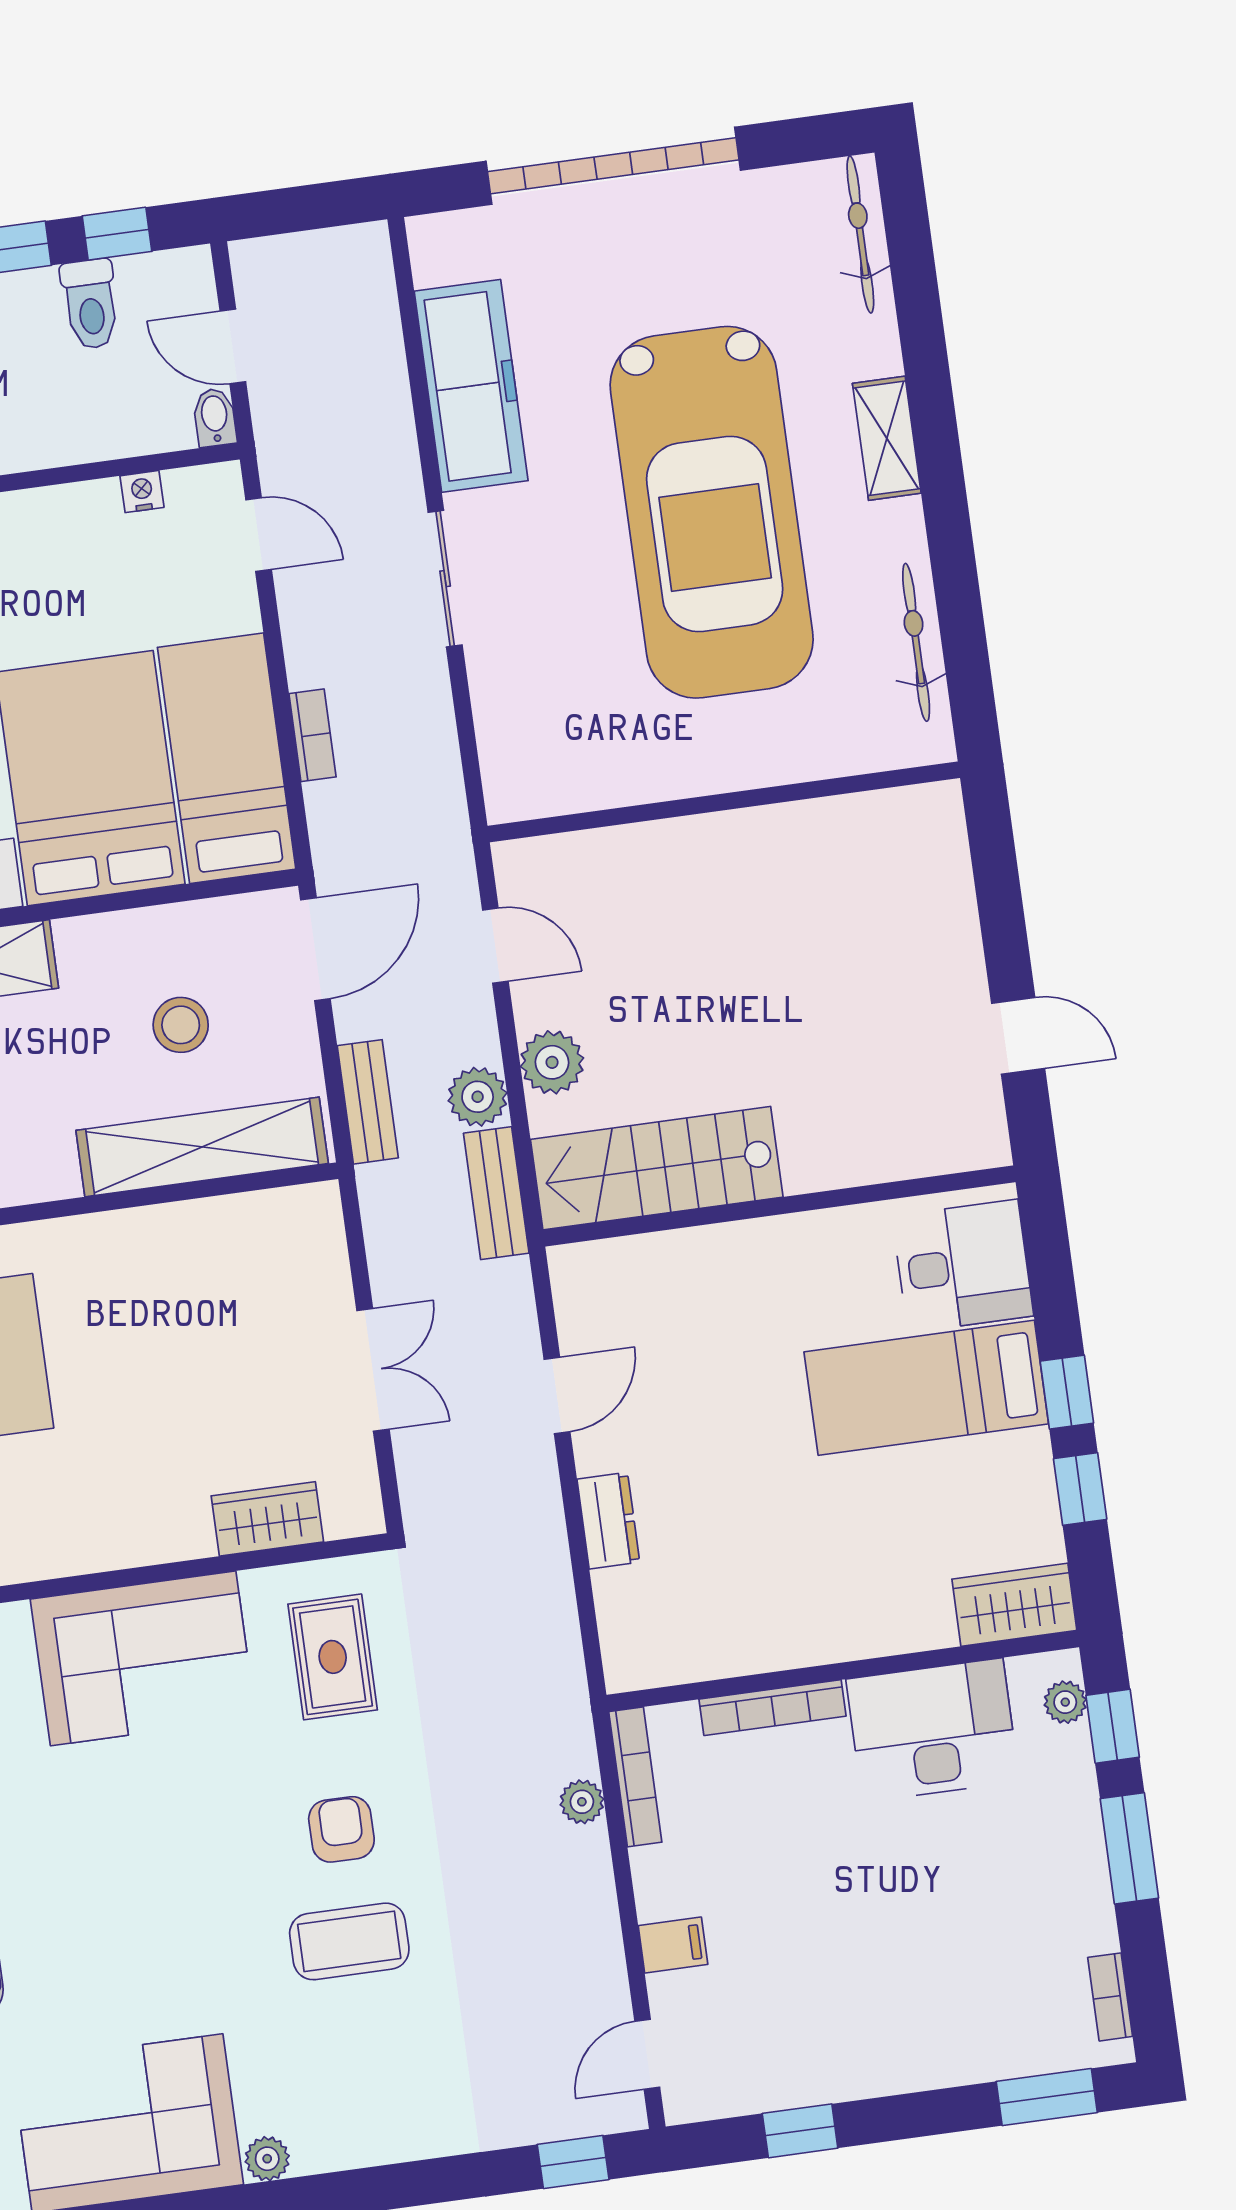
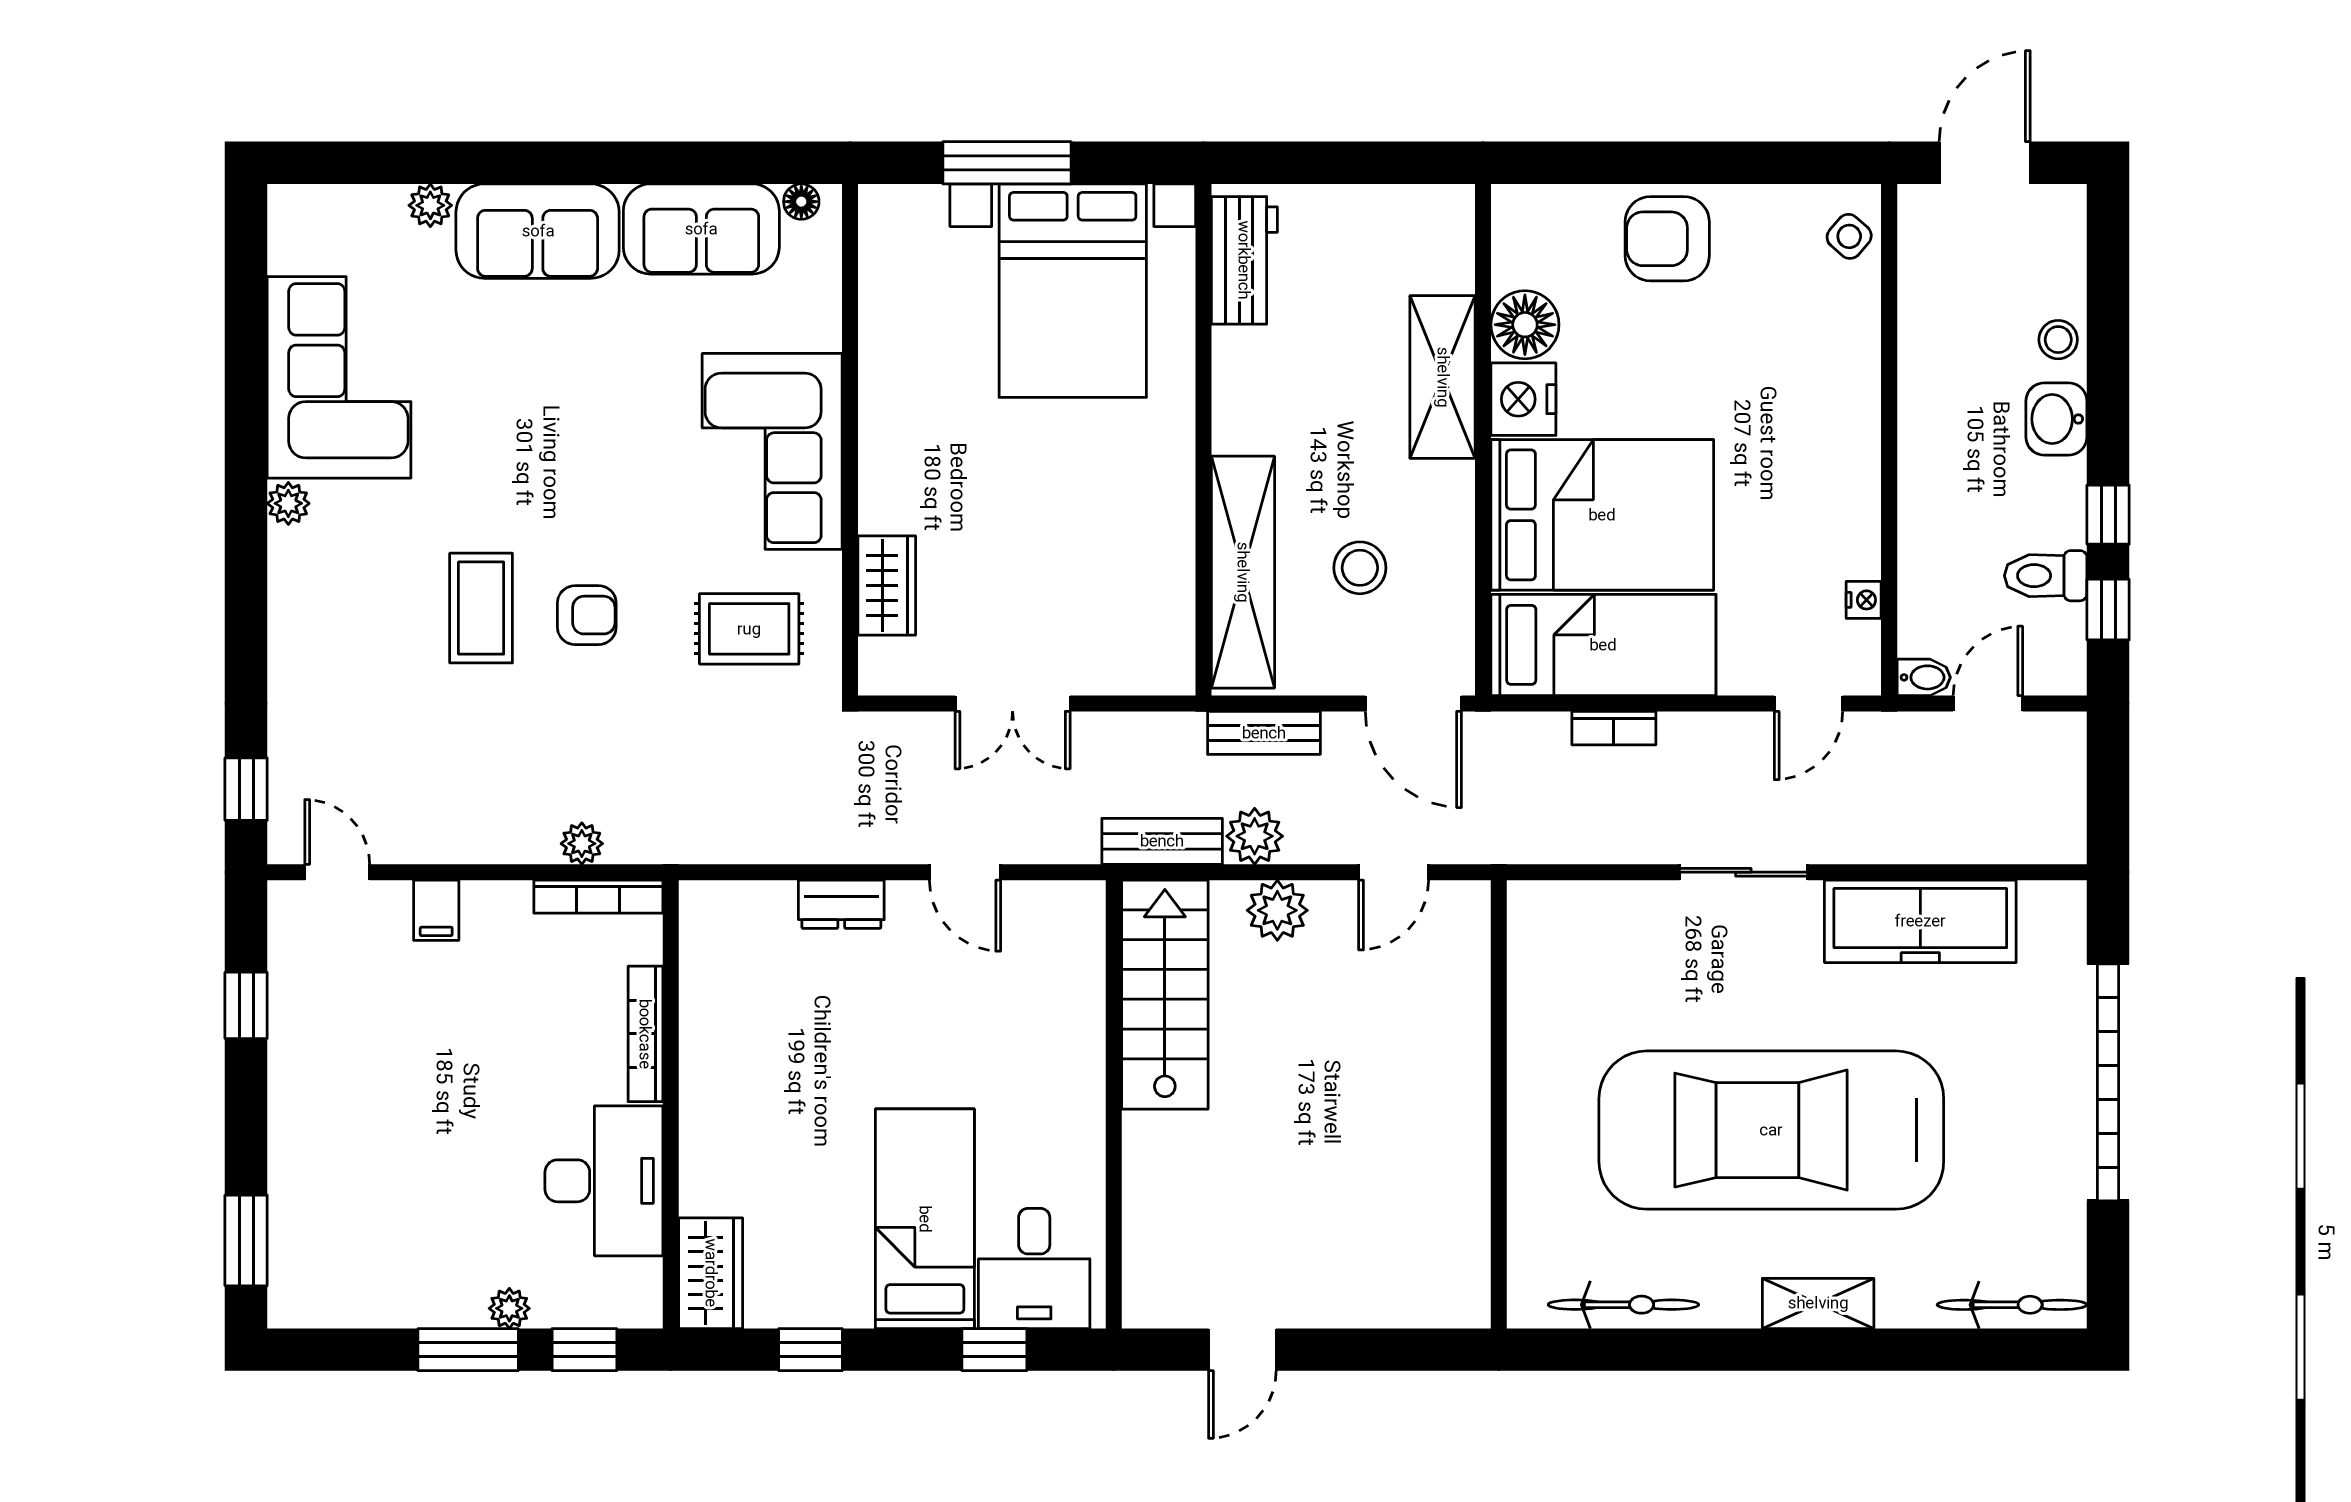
window: (1067, 1392) -> (994, 1350), moved
plant: (1065, 1702) -> (509, 1308), moved
bookcase: (1110, 1997) -> (332, 1313), removed

